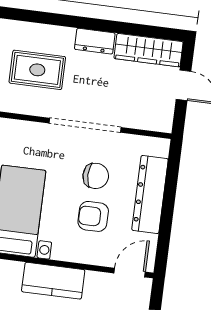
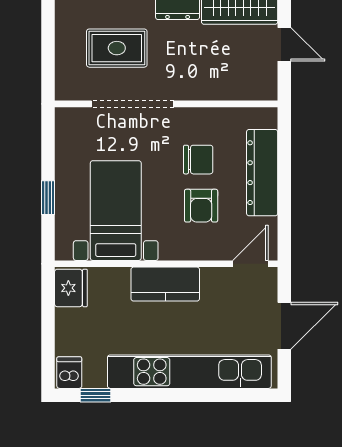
doorway: (85, 125) -> (132, 104), moved
armchair: (93, 216) -> (201, 206), turned -90

